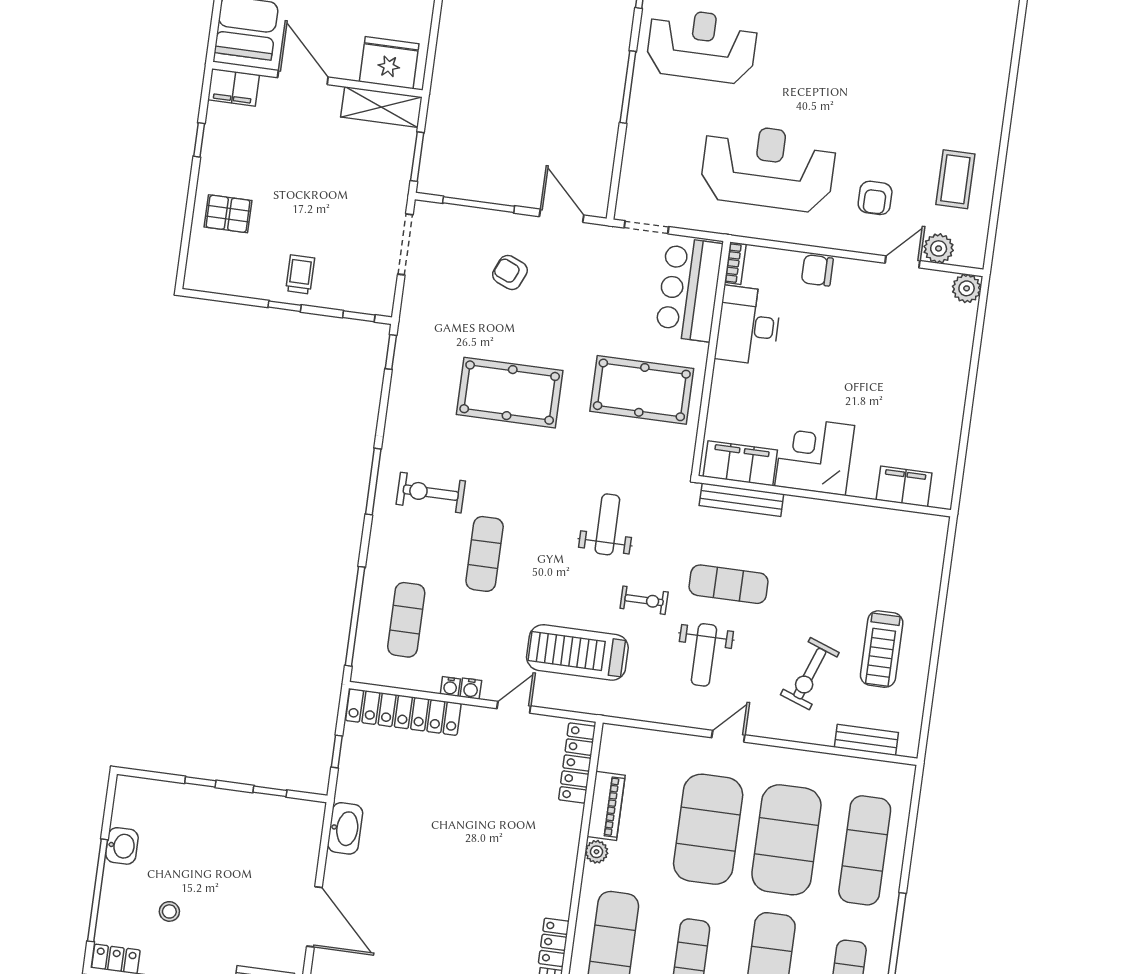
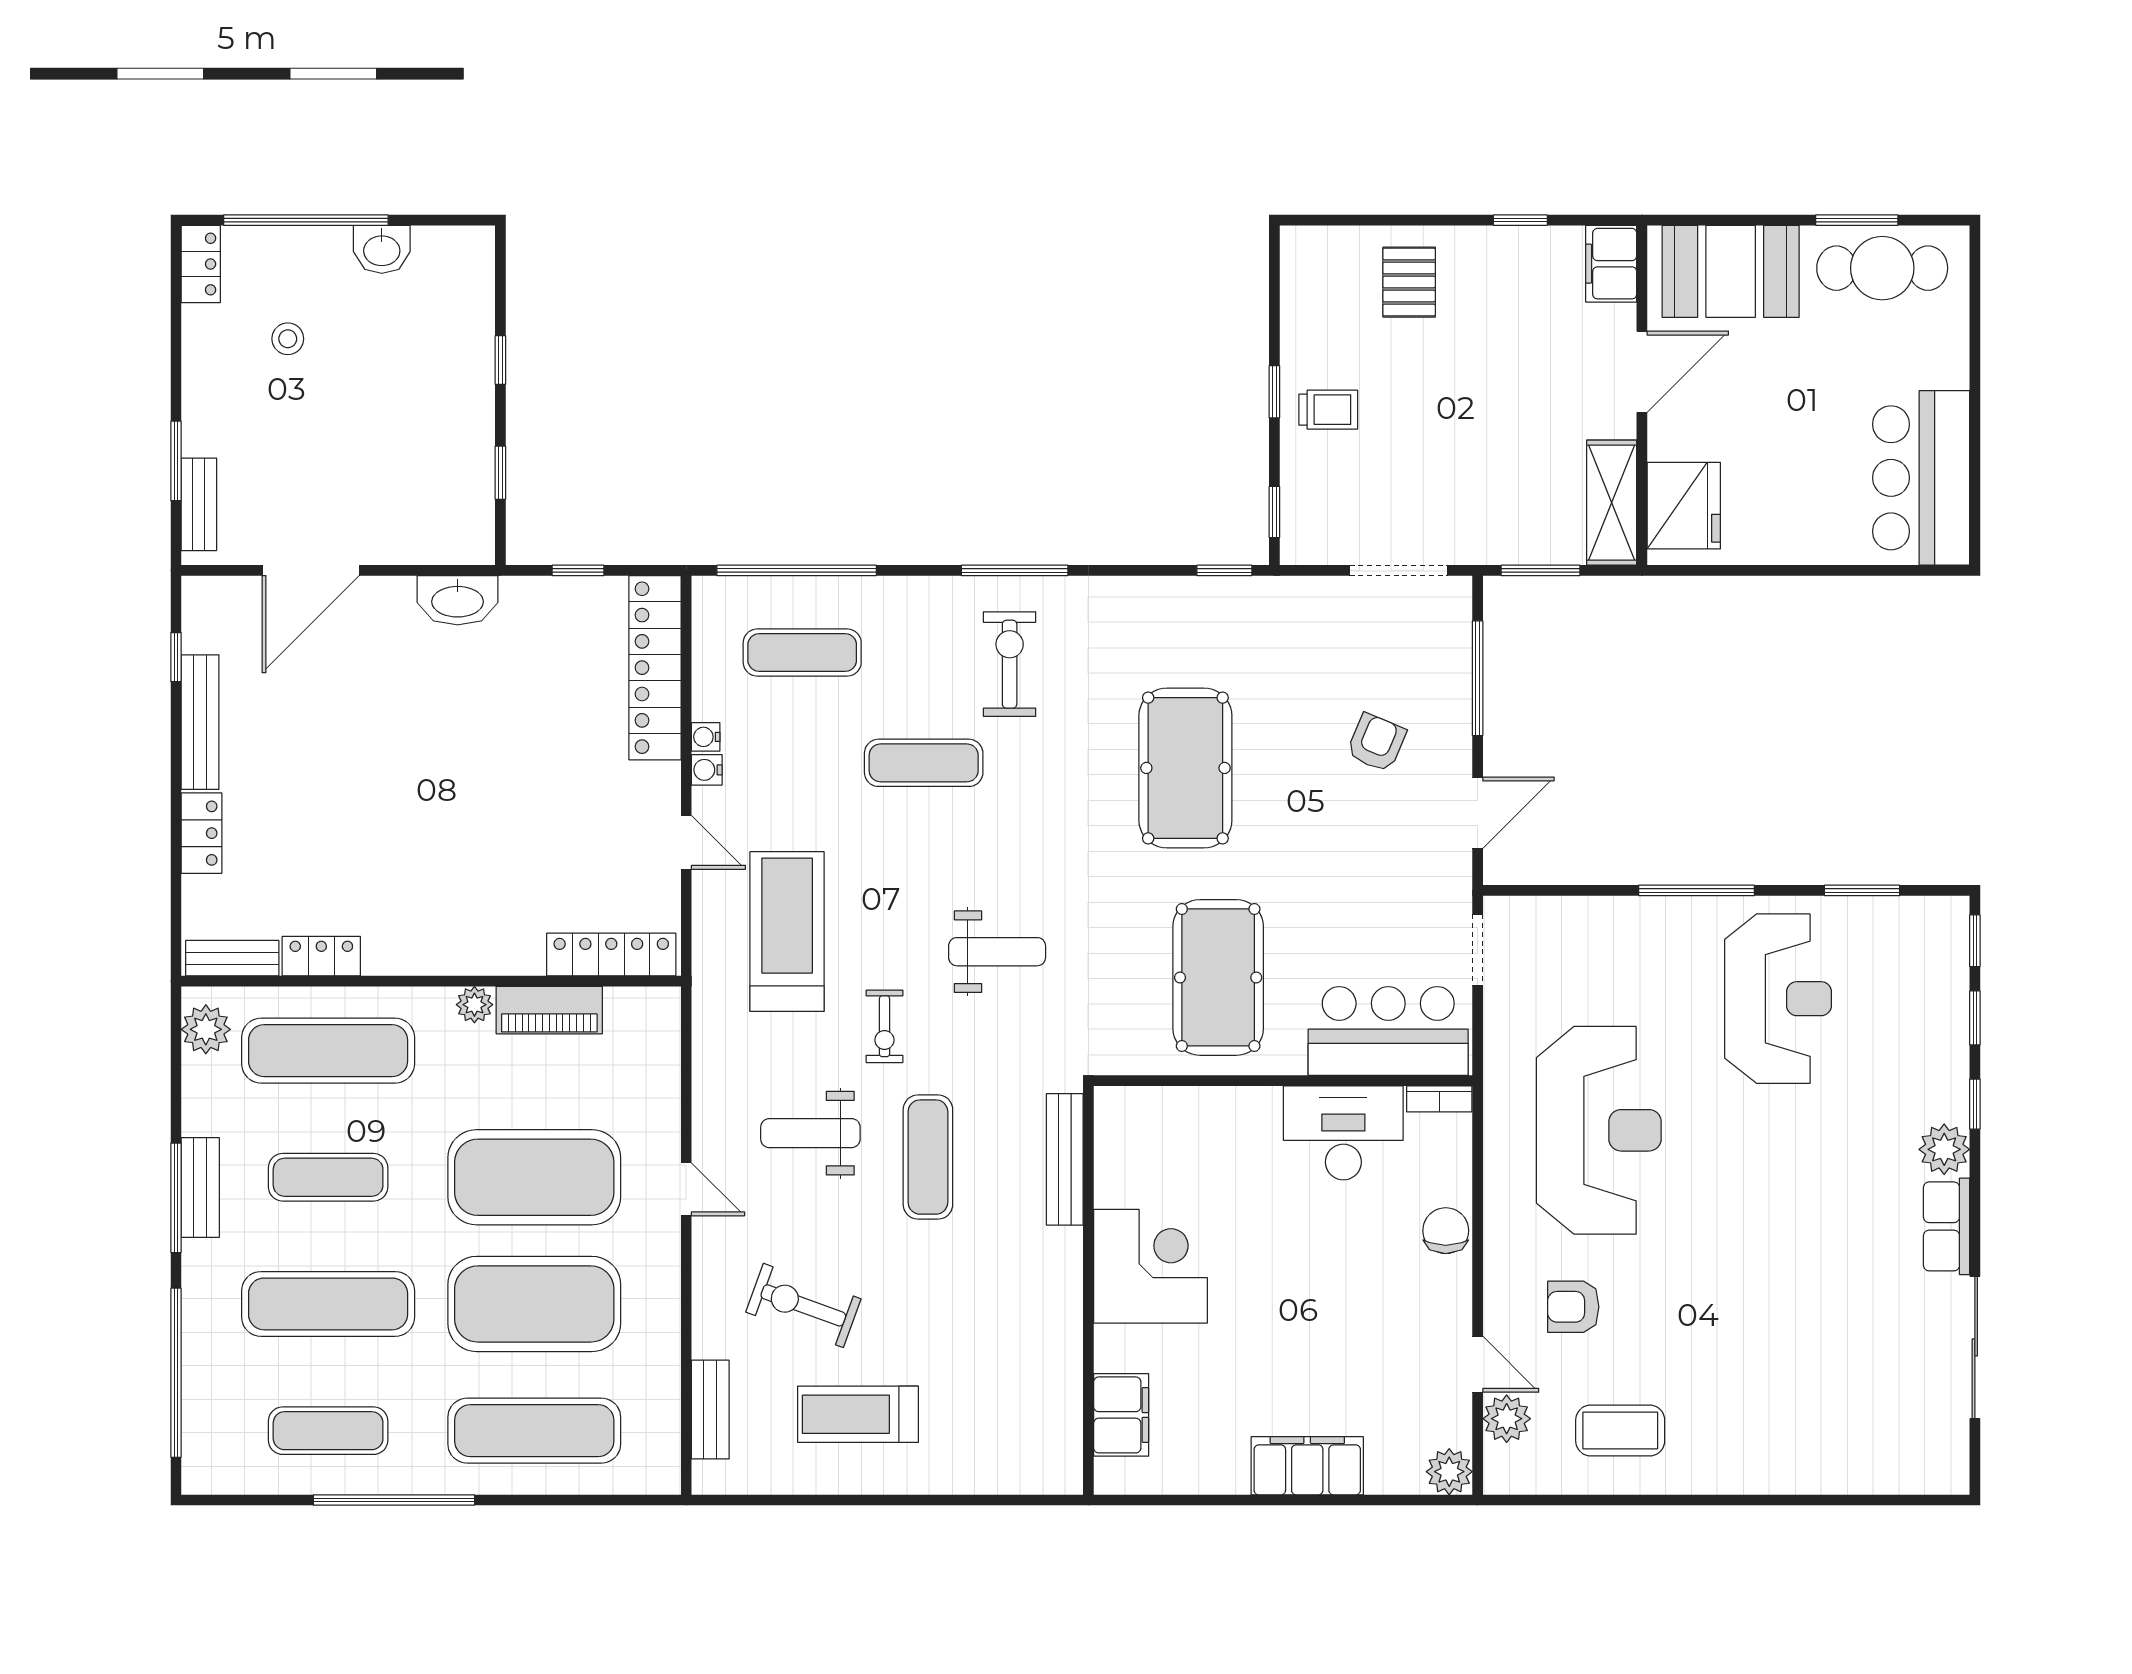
filing cabinet: (740, 463) -> (1307, 1466), moved, turned -90

